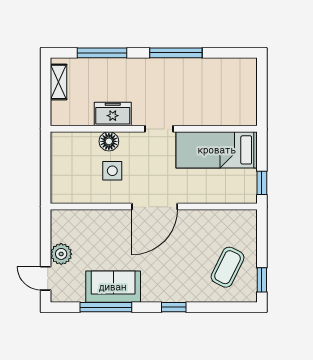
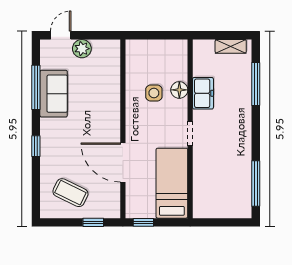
window: (176, 53) -> (256, 183), moved
door: (155, 207) -> (123, 163), moved
window: (262, 280) -> (93, 222), moved

